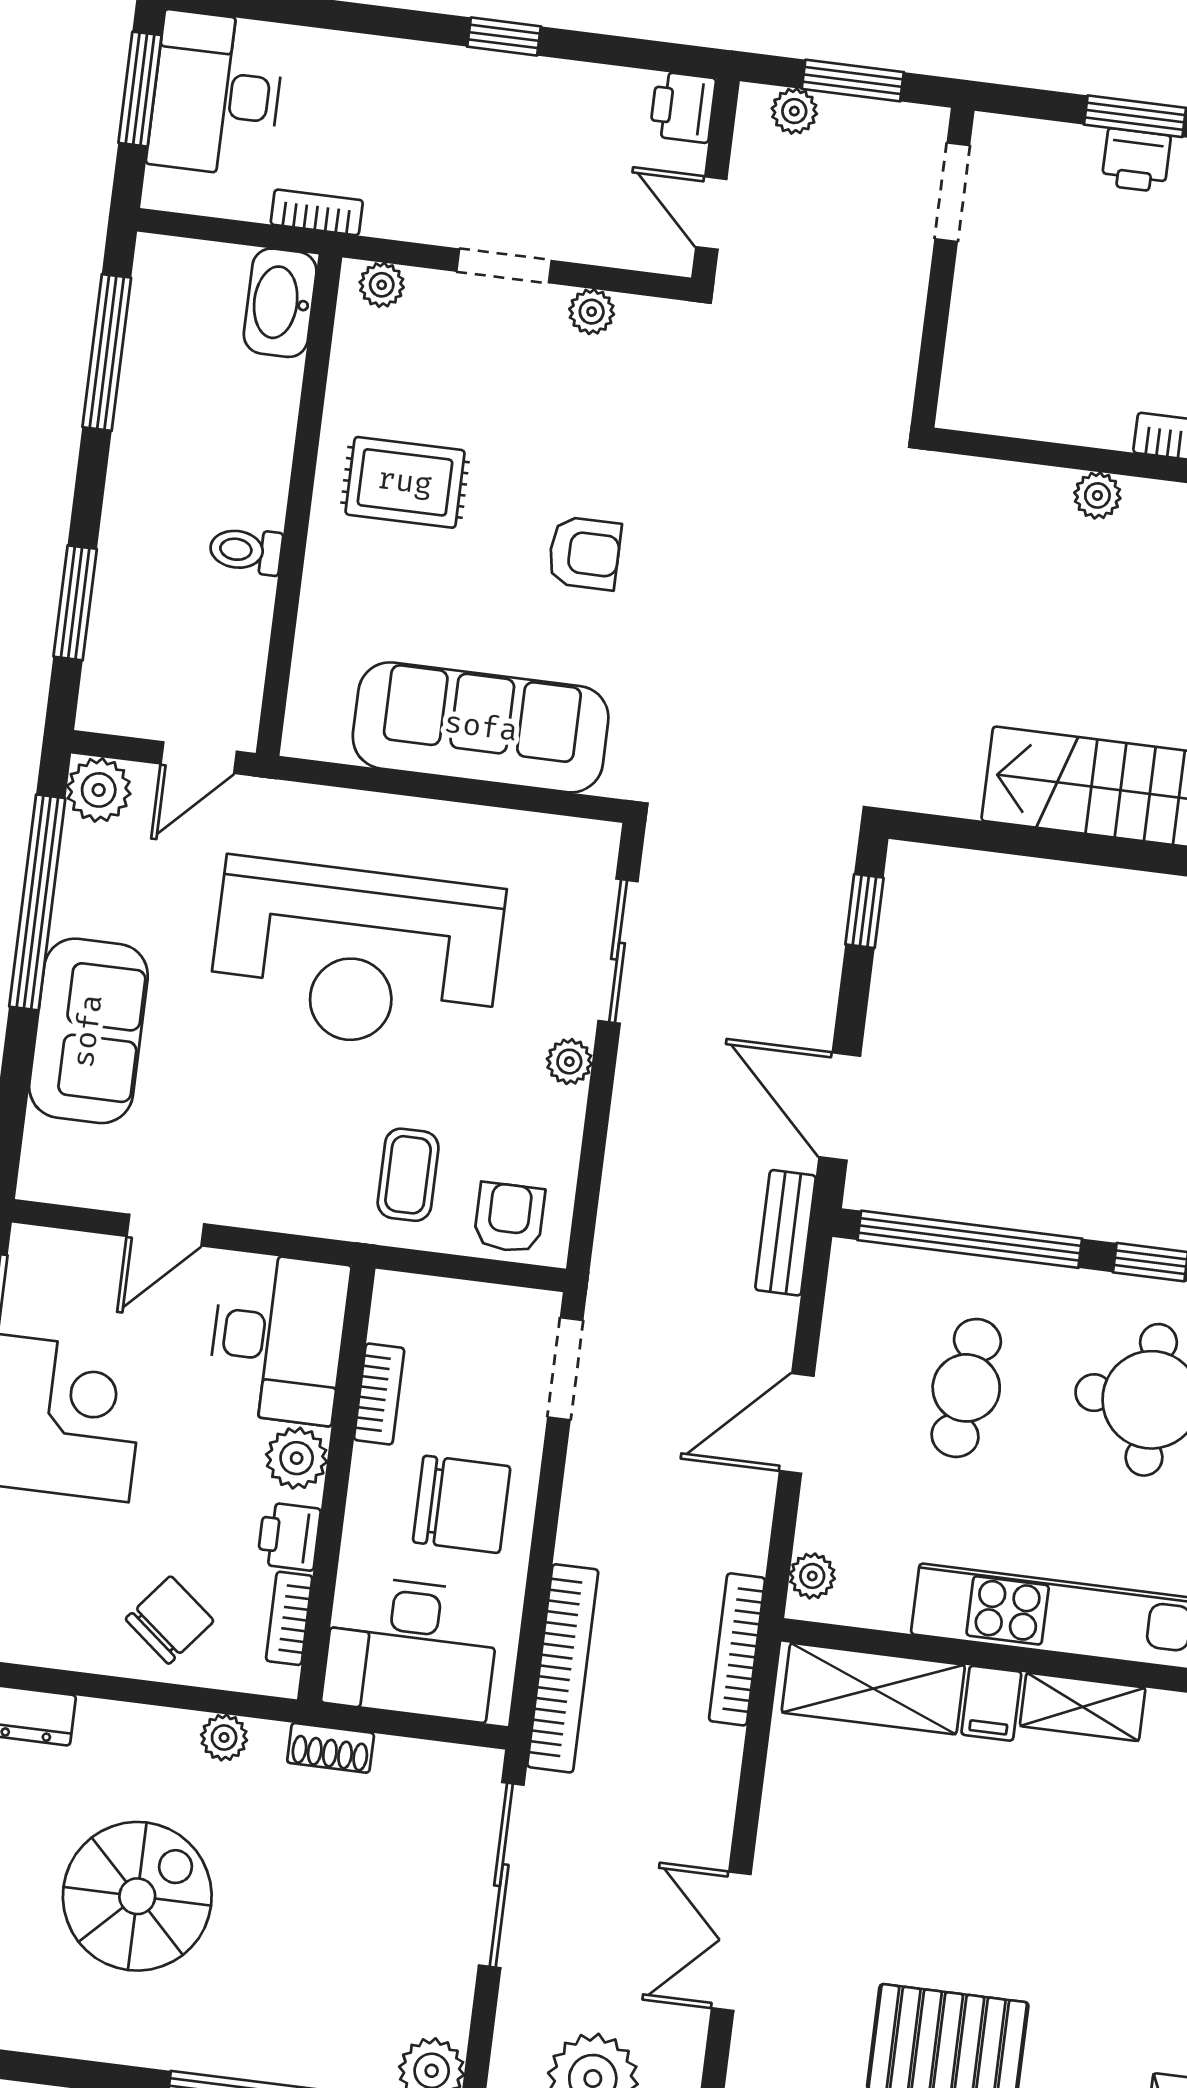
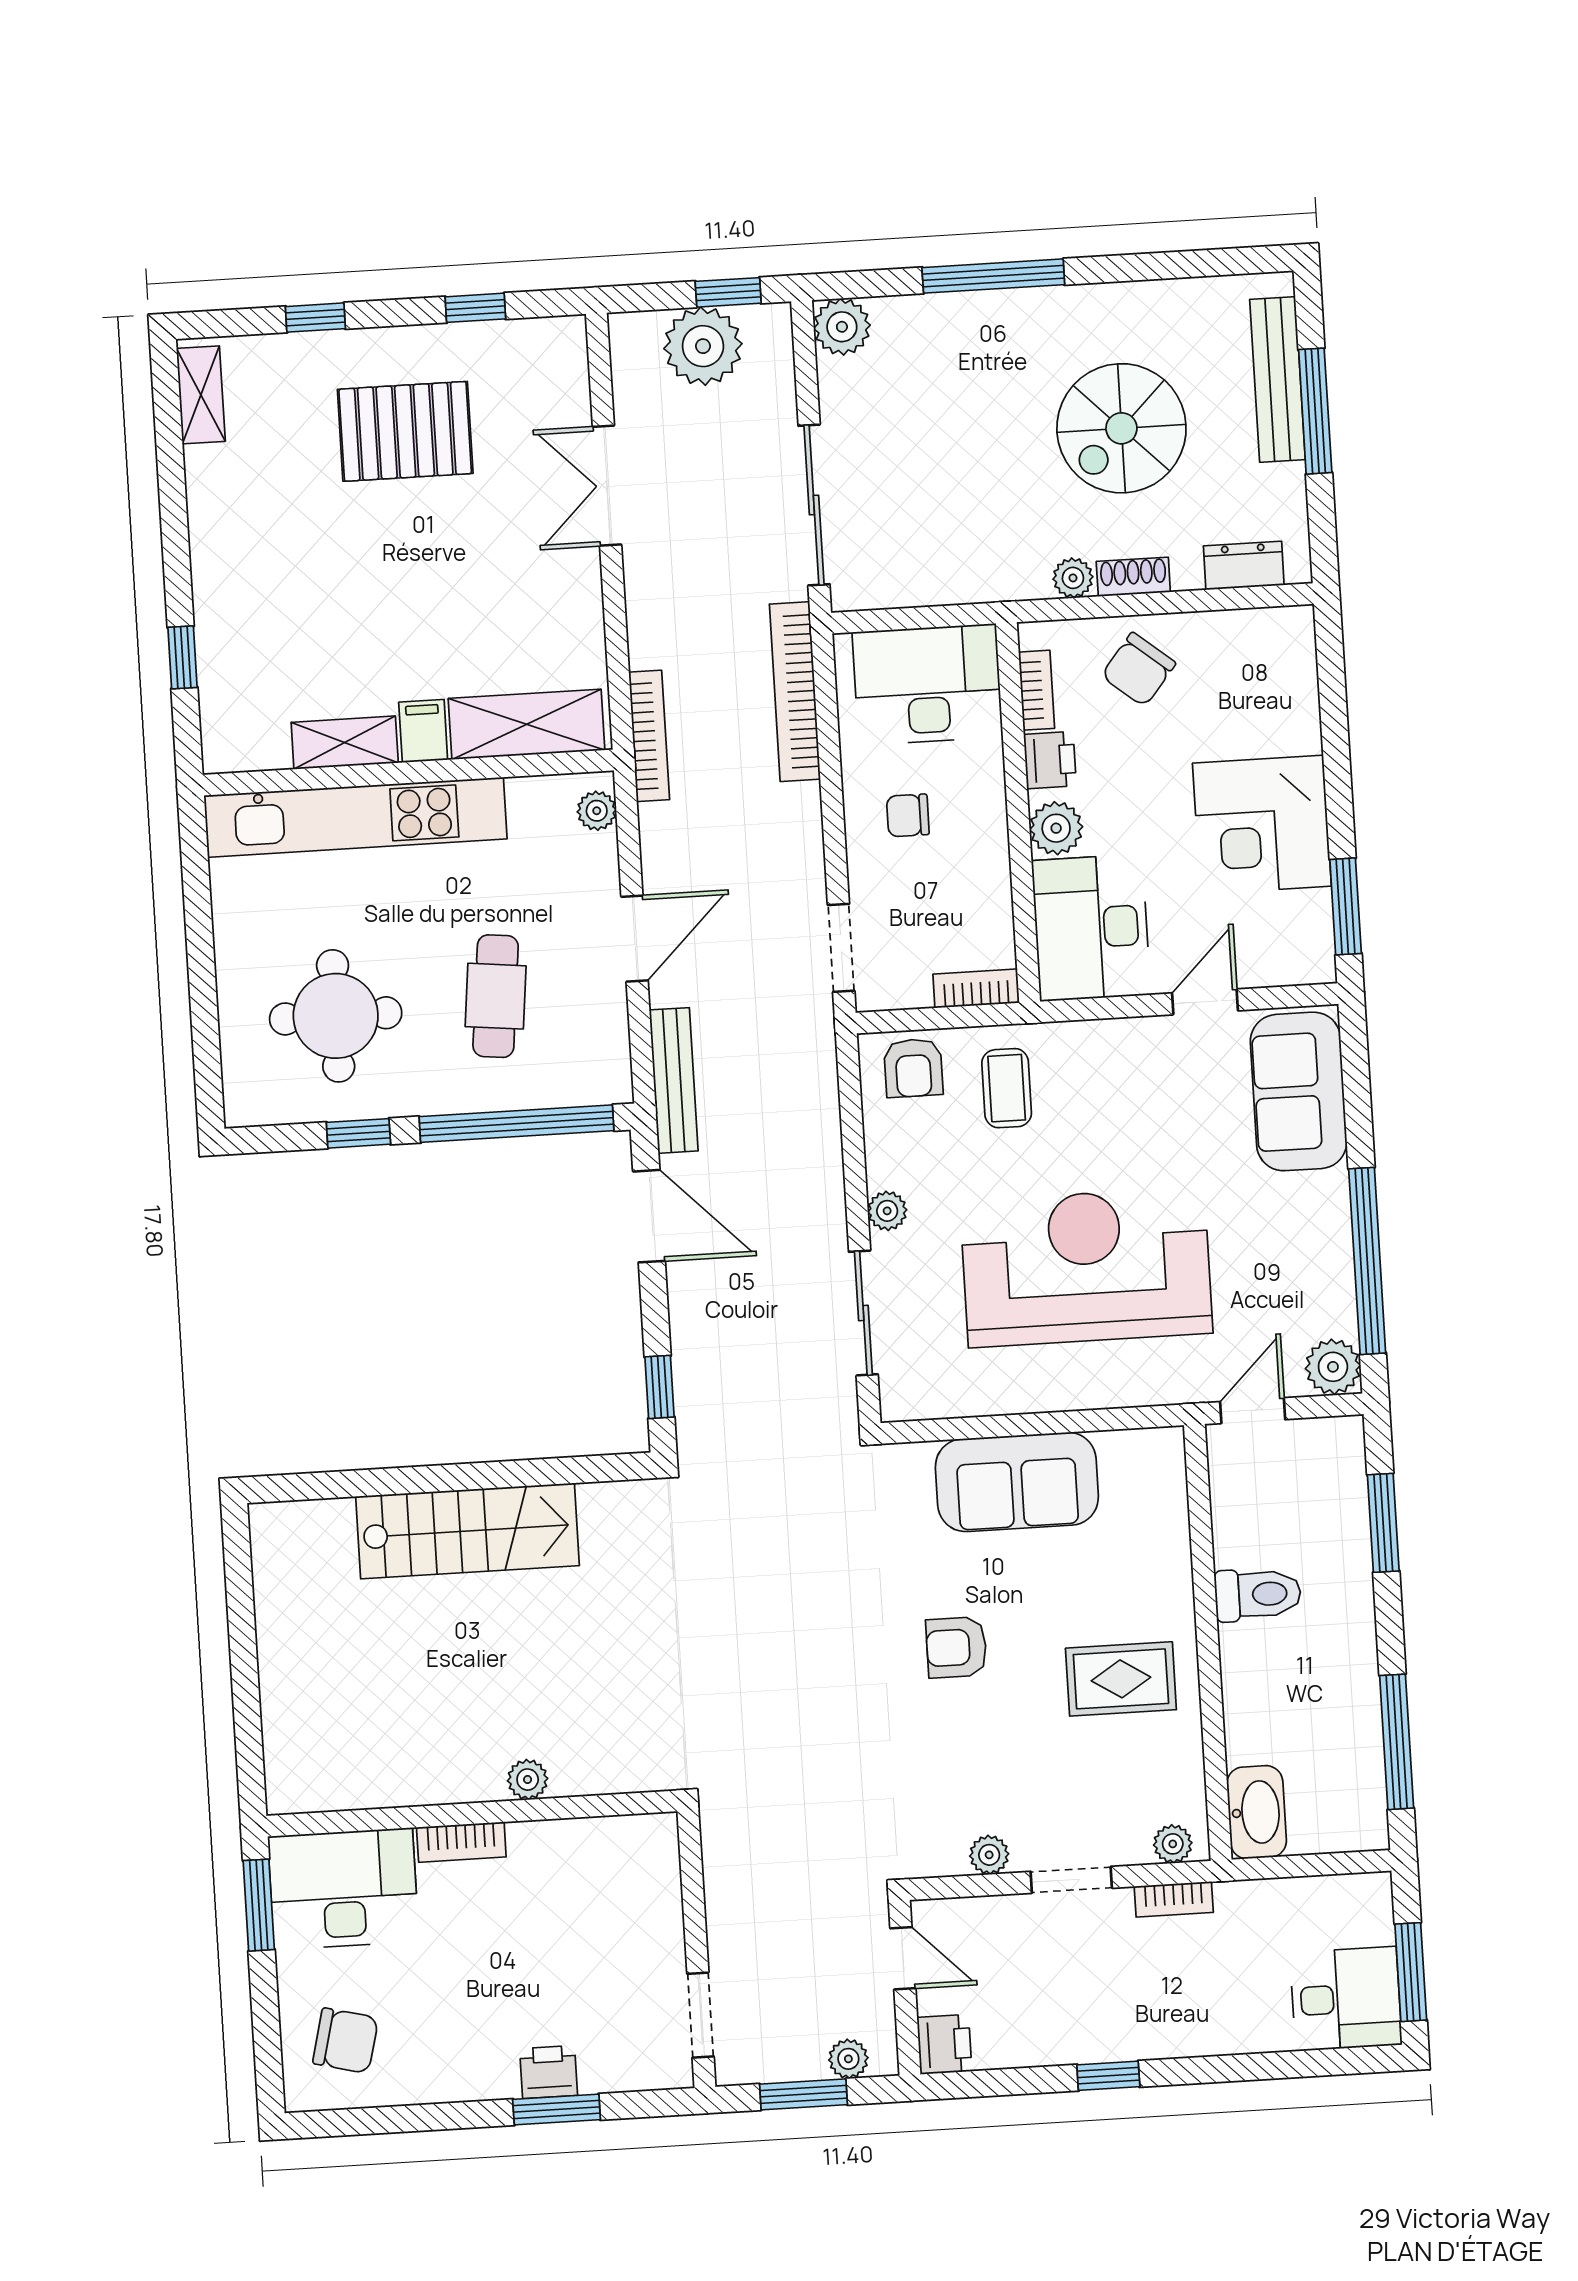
desk: (216, 94) -> (1346, 1999), width x0.73
bookcase: (317, 212) -> (1174, 1899), moved
toilet: (246, 550) -> (1258, 1594), width x1.37, depth x1.39
sofa: (481, 727) -> (1017, 1482), width x0.73
sofa: (88, 1031) -> (1299, 1091), moved
bench: (786, 1233) -> (674, 1080), width x1.36
bookcase: (379, 1394) -> (976, 988), moved, turned 90
chair: (462, 1504) -> (908, 815), width x0.54, depth x0.54
shoe rack: (331, 1748) -> (1133, 577), moved
double door: (731, 1941) -> (607, 486), swing flipped

